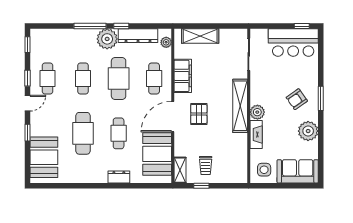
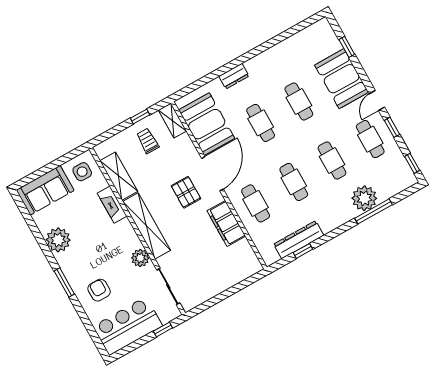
window: (90, 26) -> (373, 211), moved
window: (121, 26) -> (303, 251), moved
window: (302, 26) -> (163, 329), moved
shelving: (200, 36) -> (119, 176), moved, turned 90
plant: (107, 39) -> (364, 198), moved
plant: (166, 42) -> (265, 250), removed
cafe table: (119, 78) -> (294, 182), width x0.73, depth x0.74
armchair: (297, 99) -> (99, 290), moved, turned -55
plant: (257, 112) -> (140, 258), moved
window: (27, 133) -> (347, 47), moved
cafe table: (83, 133) -> (299, 101), width x0.73, depth x0.74
booth: (44, 157) -> (342, 79), moved

